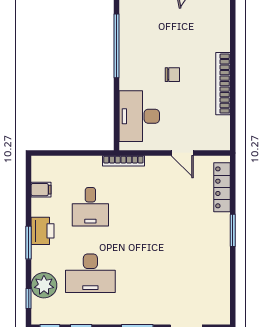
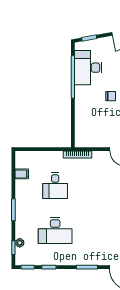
desk: (139, 116) -> (88, 68), moved
printer: (43, 231) -> (23, 202), removed
plant: (44, 285) -> (20, 243), width x0.53, depth x0.53

